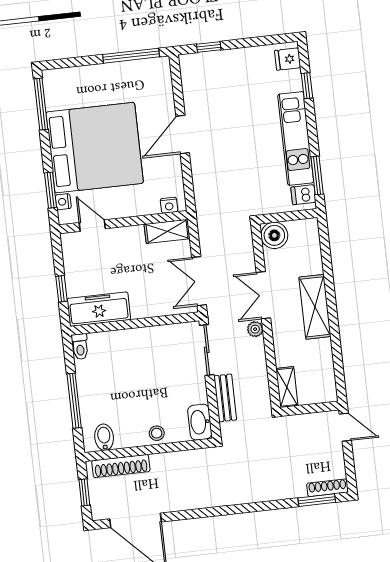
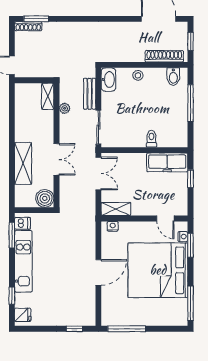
shelving: (315, 307) -> (23, 163), moved
plant: (255, 329) -> (65, 108), moved
toilet: (80, 347) -> (151, 139), moved

